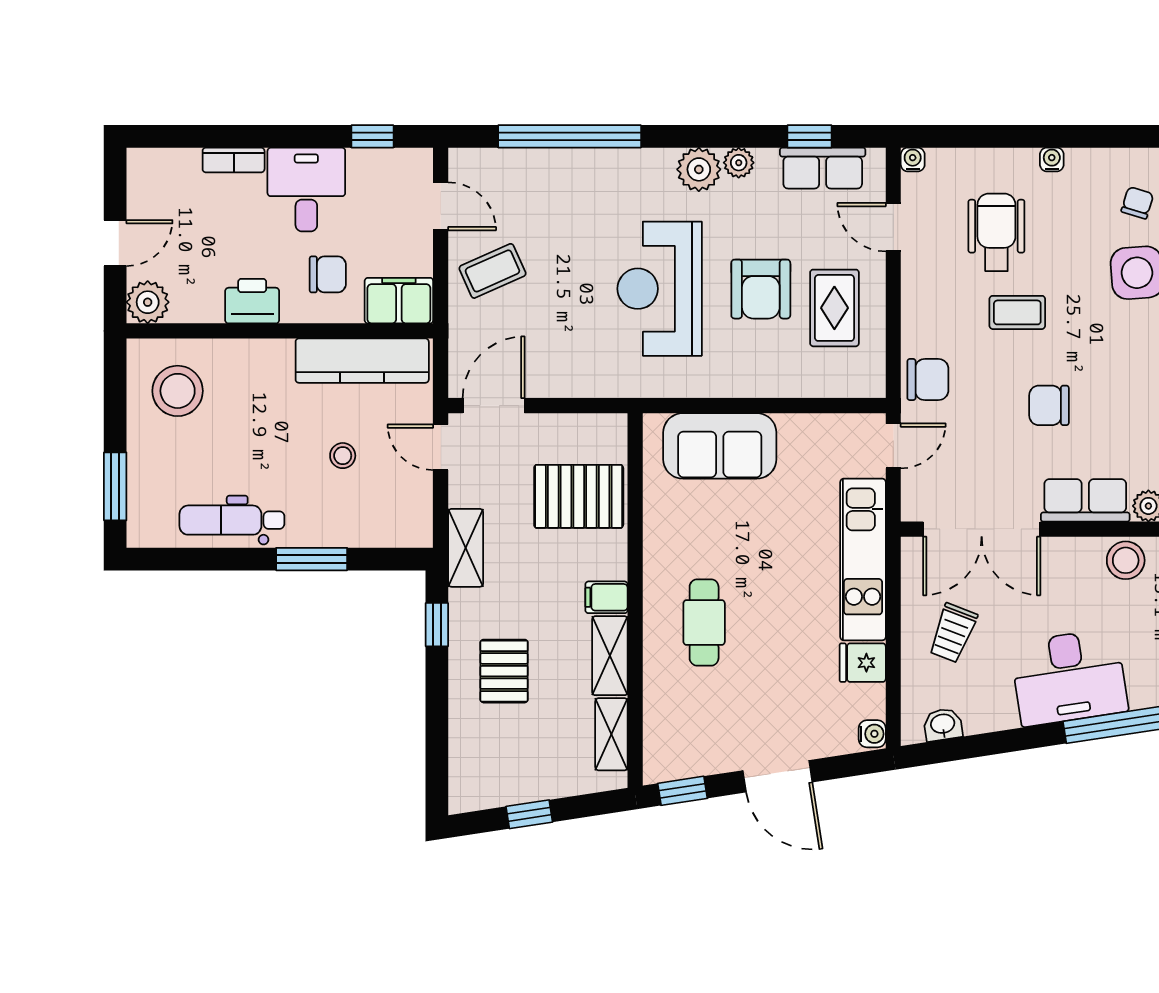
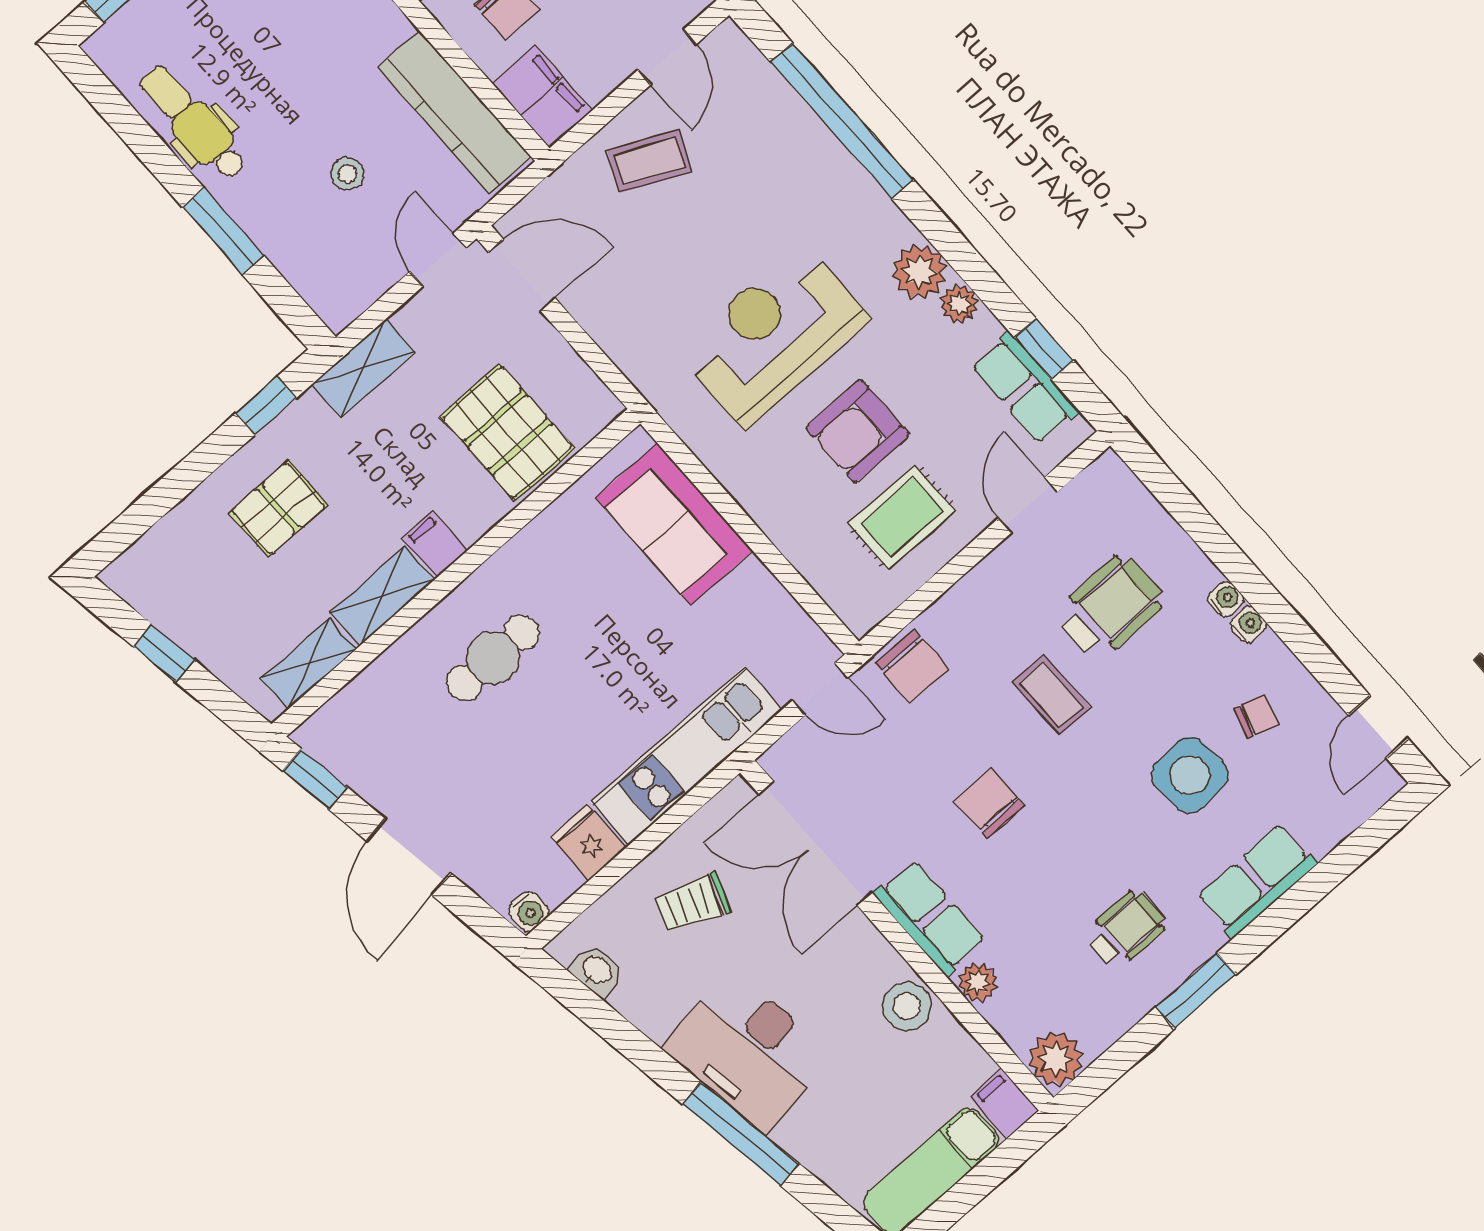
water cooler: (913, 160) -> (1248, 624), moved
coffee table: (492, 271) -> (649, 161), turned -41

